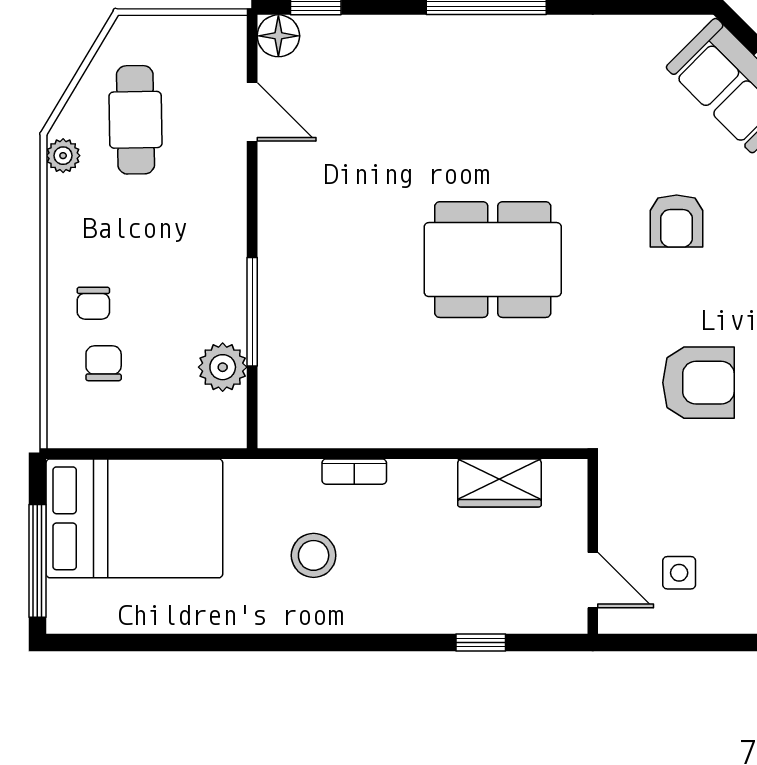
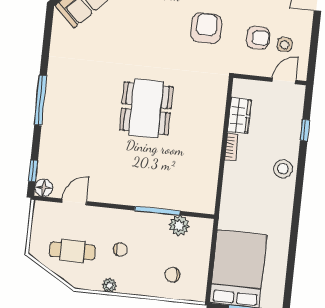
plant: (63, 156) -> (109, 285), moved
armchair: (677, 221) -> (258, 38), moved
chair: (93, 303) -> (120, 249), moved
bookcase: (354, 472) -> (231, 147), moved
stool: (314, 555) -> (283, 169), moved

